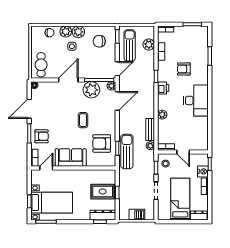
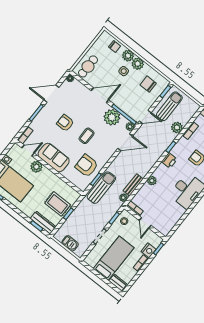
plant: (149, 45) -> (177, 128), moved
armchair: (42, 136) -> (65, 123), moved, turned 180
plant: (63, 175) -> (36, 167), added

